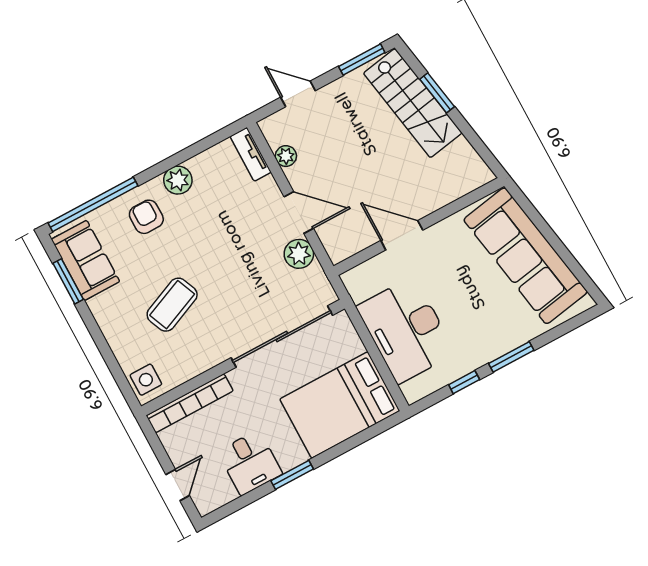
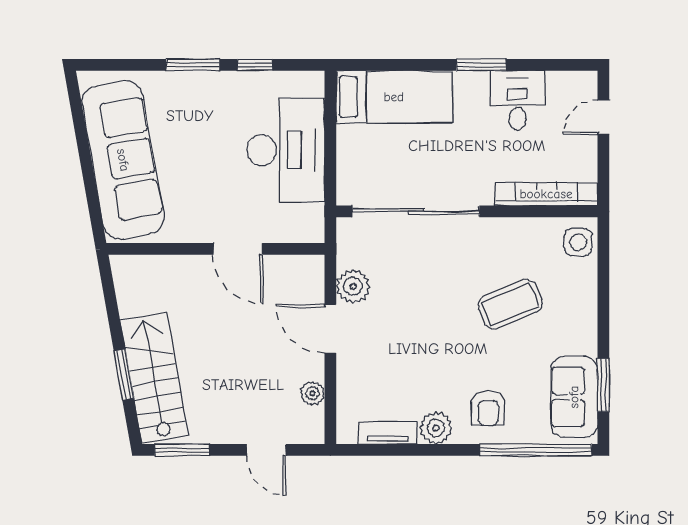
tv unit: (251, 154) -> (388, 433), moved, turned -90
bed: (340, 405) -> (394, 97), width x0.67

